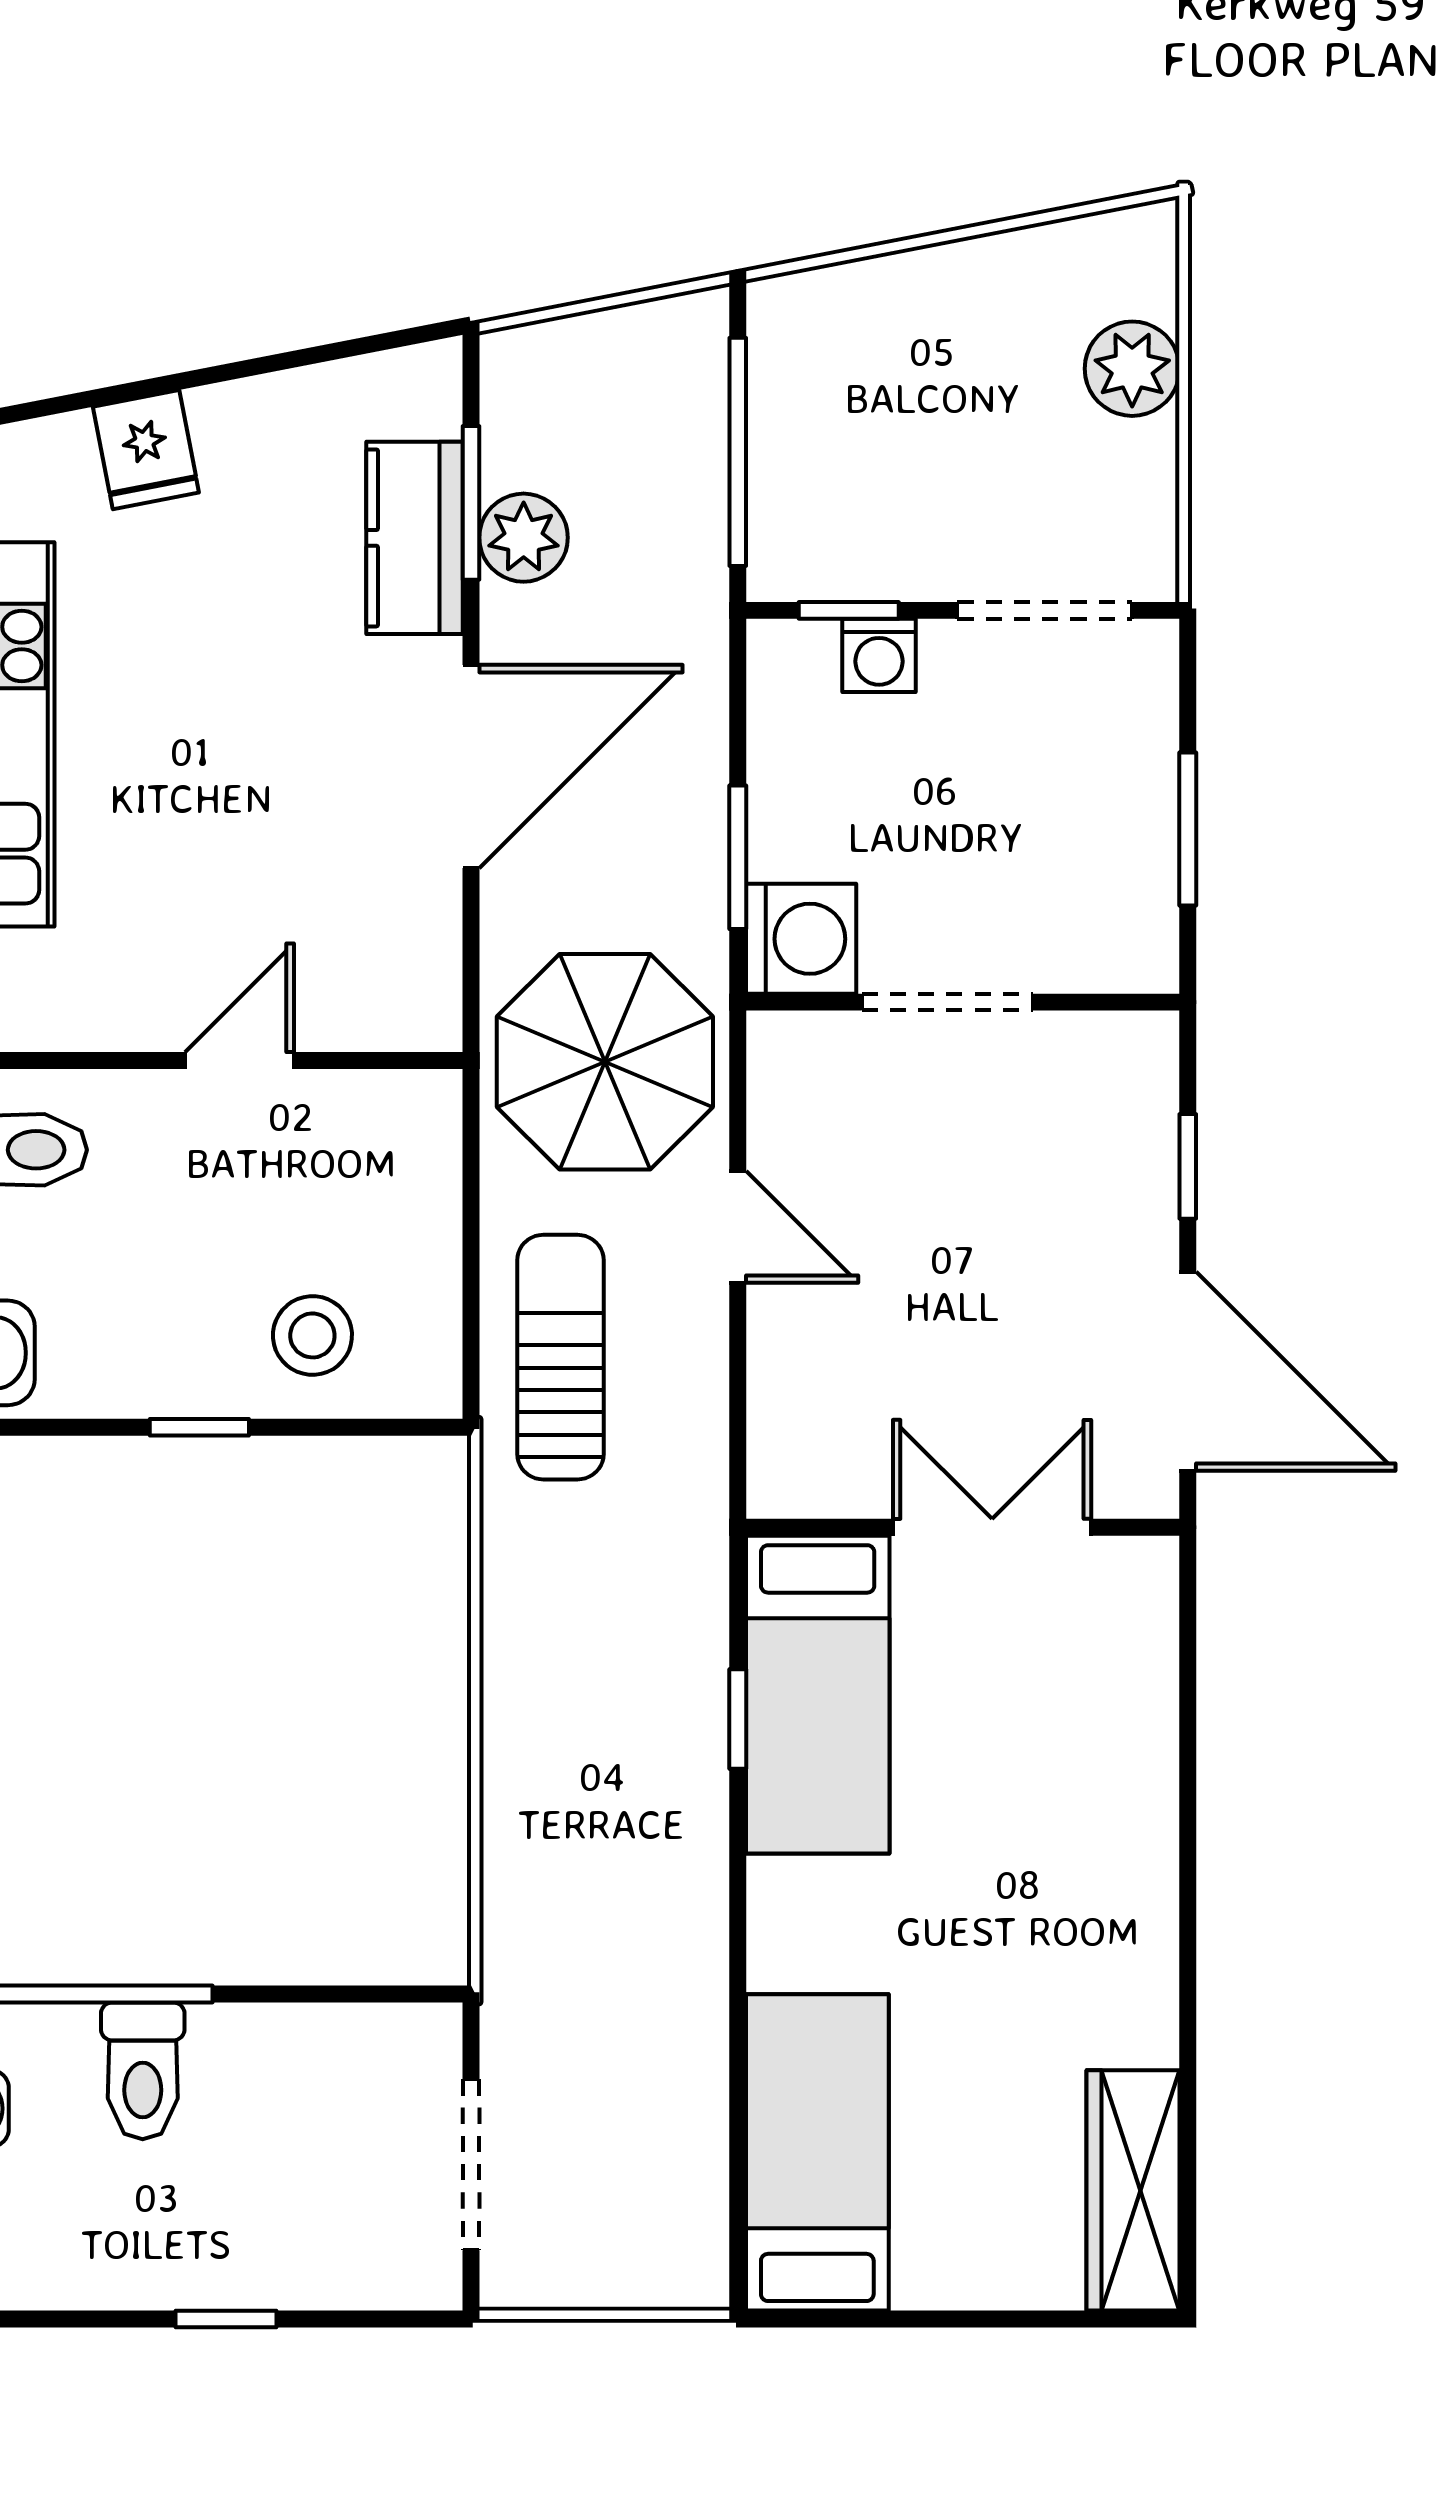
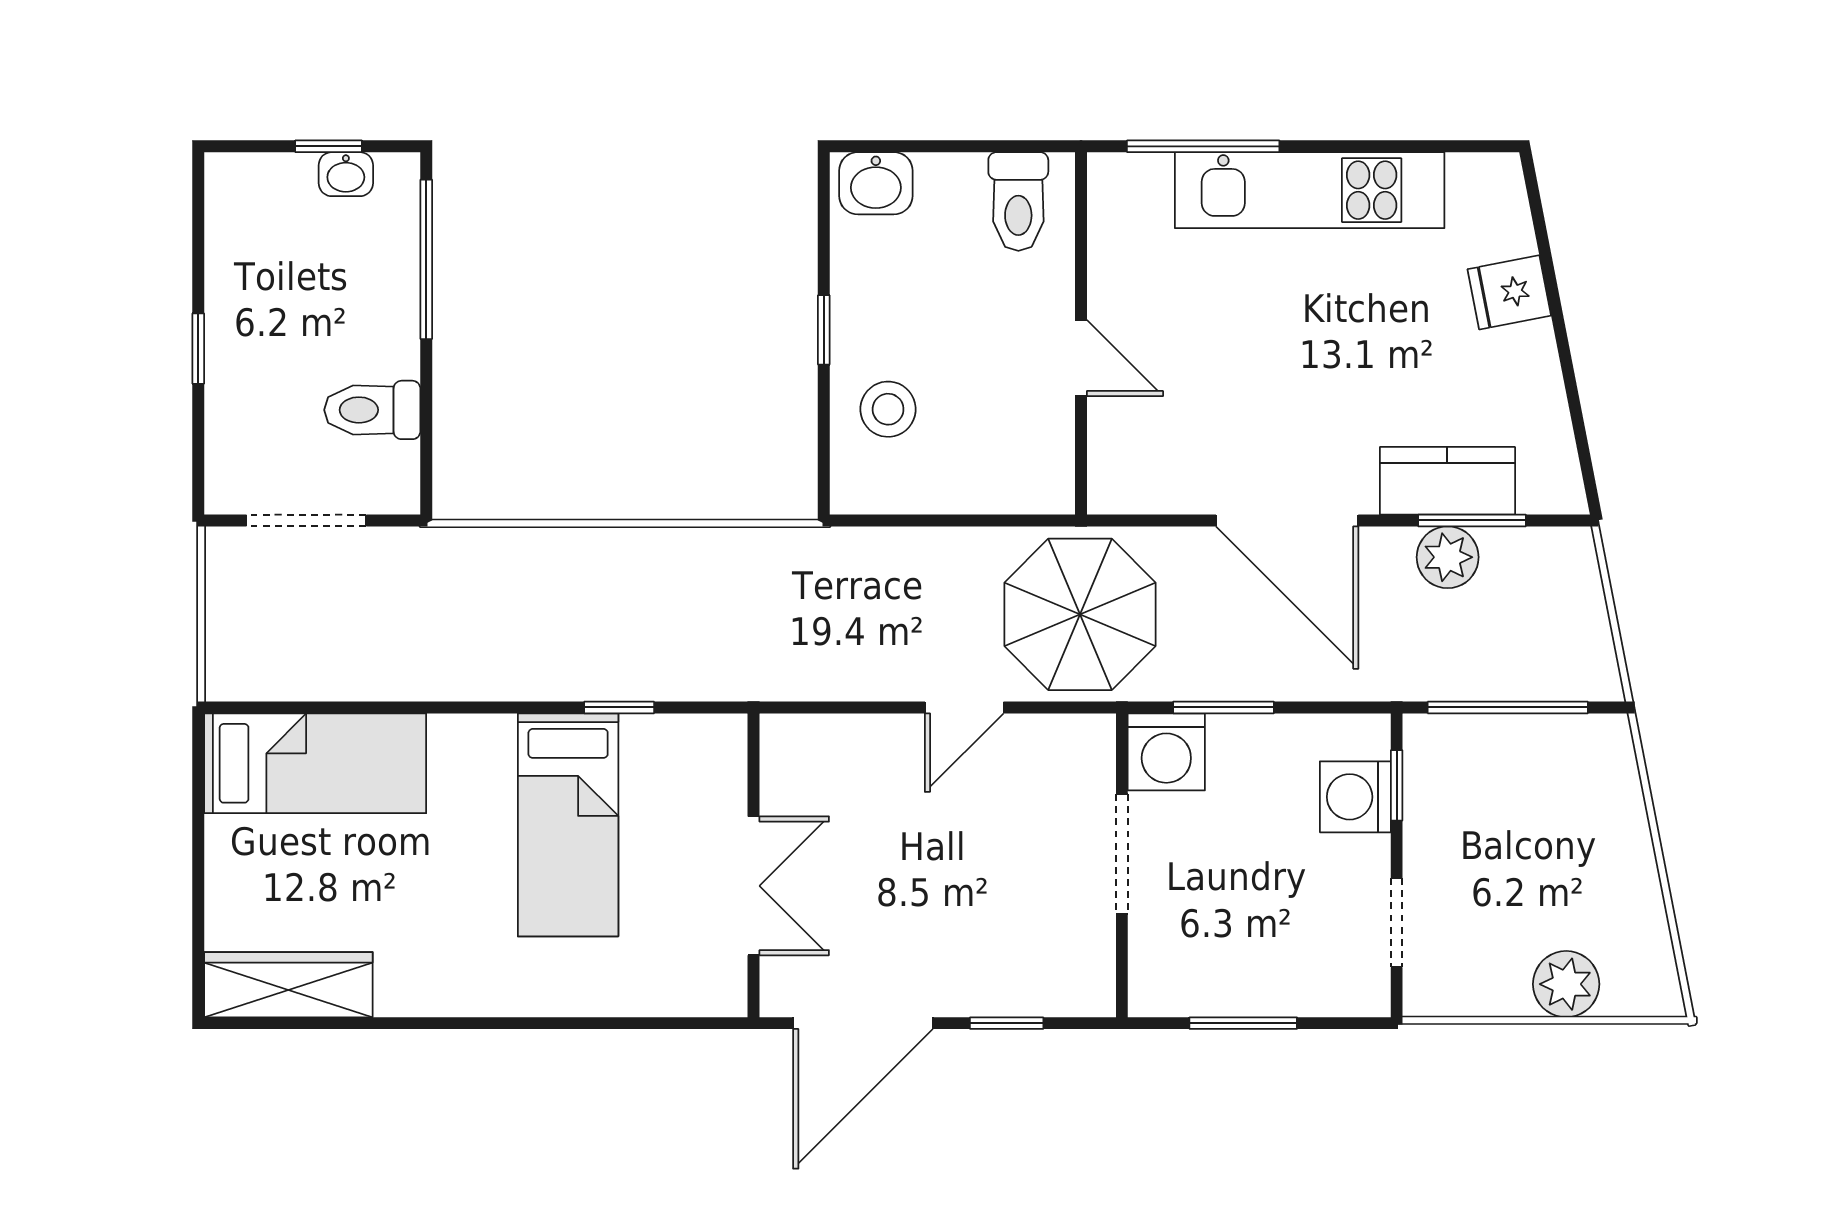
doorway: (1045, 610) -> (1397, 923), width x0.73
washing machine: (879, 655) -> (1355, 797), width x1.38, depth x1.38
sun lounger: (560, 1357) -> (873, 583), removed
bed: (818, 1695) -> (568, 825), moved, turned -90
toilet: (143, 2071) -> (372, 410), moved

